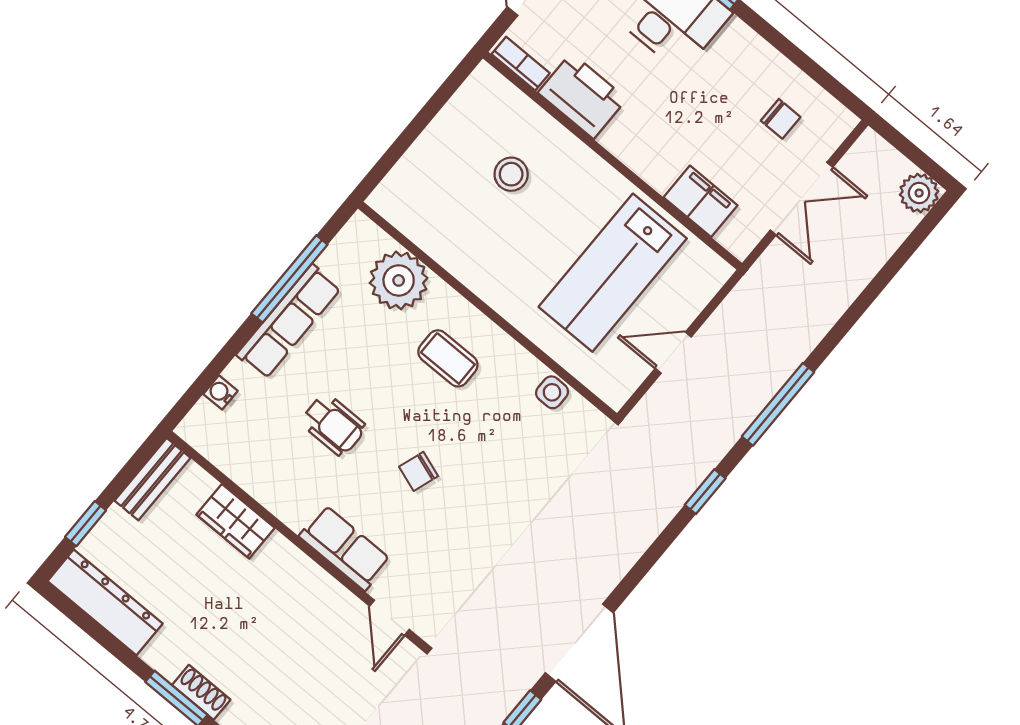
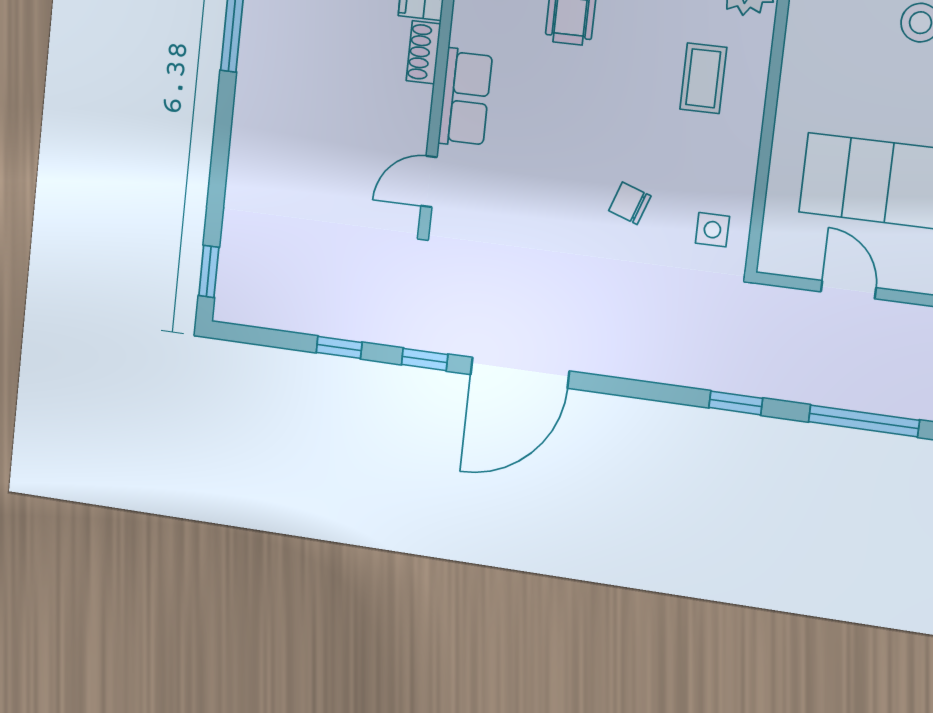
side table: (552, 392) -> (712, 230), moved
chair: (419, 471) -> (630, 203), moved
shoe rack: (201, 692) -> (423, 52), moved, turned 180

